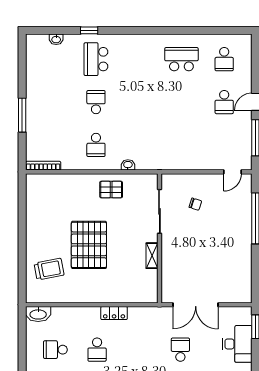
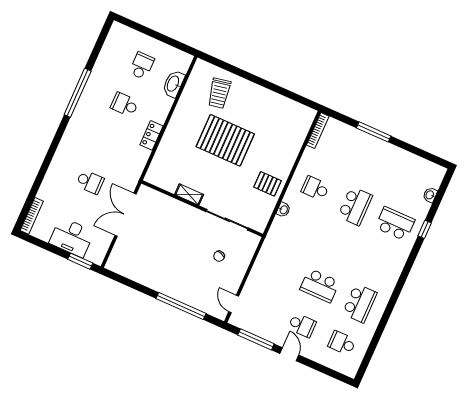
school desk: (96, 102) -> (355, 206), width x1.85
school desk: (181, 102) -> (320, 285), added
school desk: (224, 102) -> (302, 325), turned 180
pallet: (111, 190) -> (267, 184), turned 90
washbasin: (38, 314) -> (173, 84), moved

